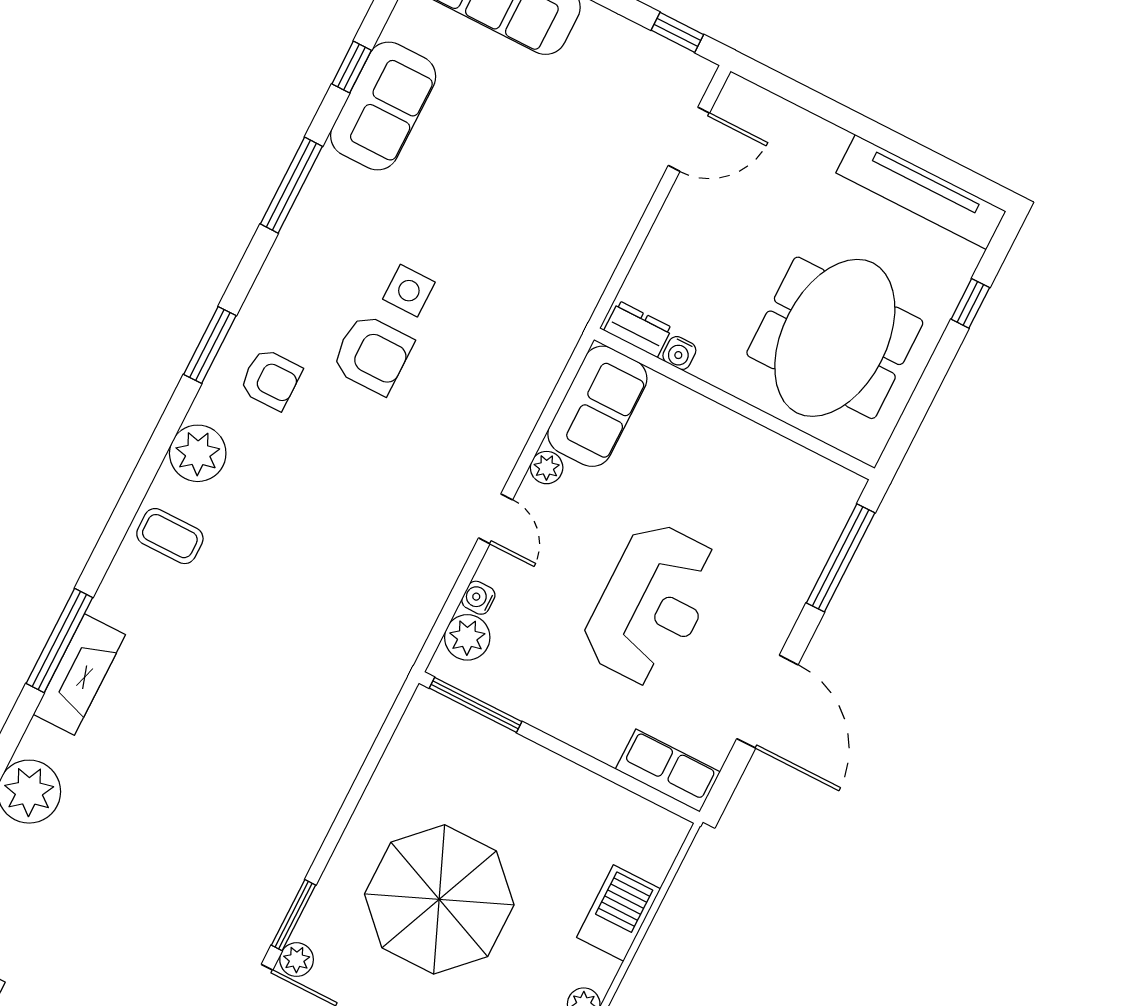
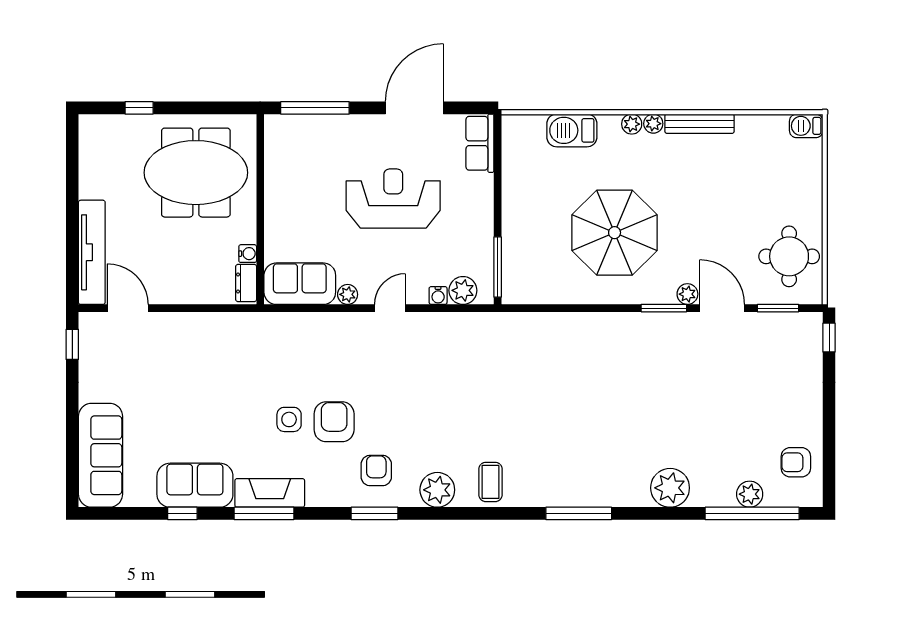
tv unit: (921, 192) -> (92, 252), moved
fireplace: (79, 675) -> (270, 493), moved

